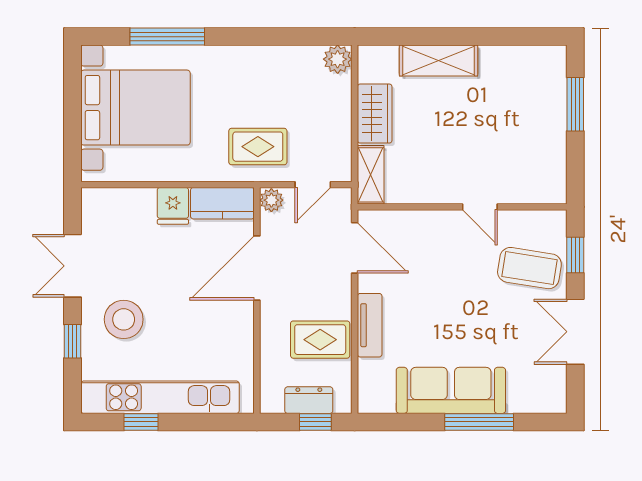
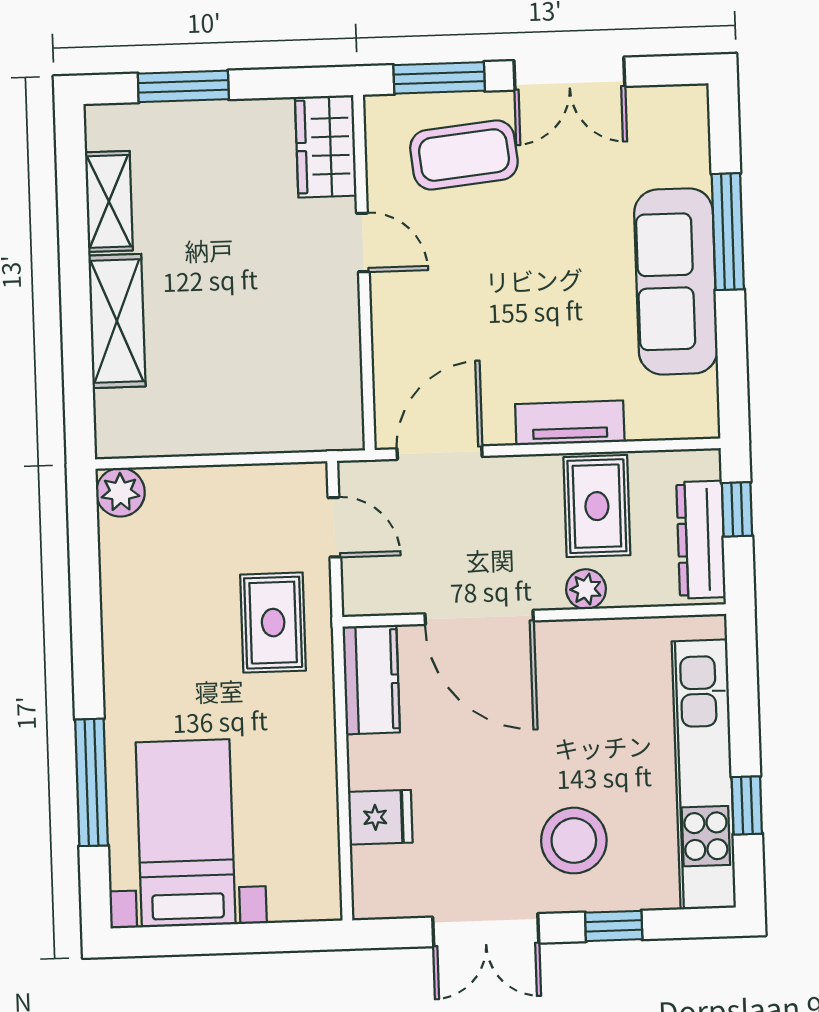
bed with nightstands: (135, 108) -> (186, 833), width x0.73
wardrobe: (375, 114) -> (326, 146), moved, turned -90
shelving: (371, 175) -> (109, 201), moved, turned 90
plant: (271, 200) -> (586, 589), moved
fridge: (173, 206) -> (380, 817), moved
door: (480, 207) -> (363, 242), hinge flipped
window: (575, 255) -> (439, 78), width x1.50
coffee table: (529, 268) -> (464, 155), turned 75
dresser: (309, 400) -> (701, 540), width x1.44

